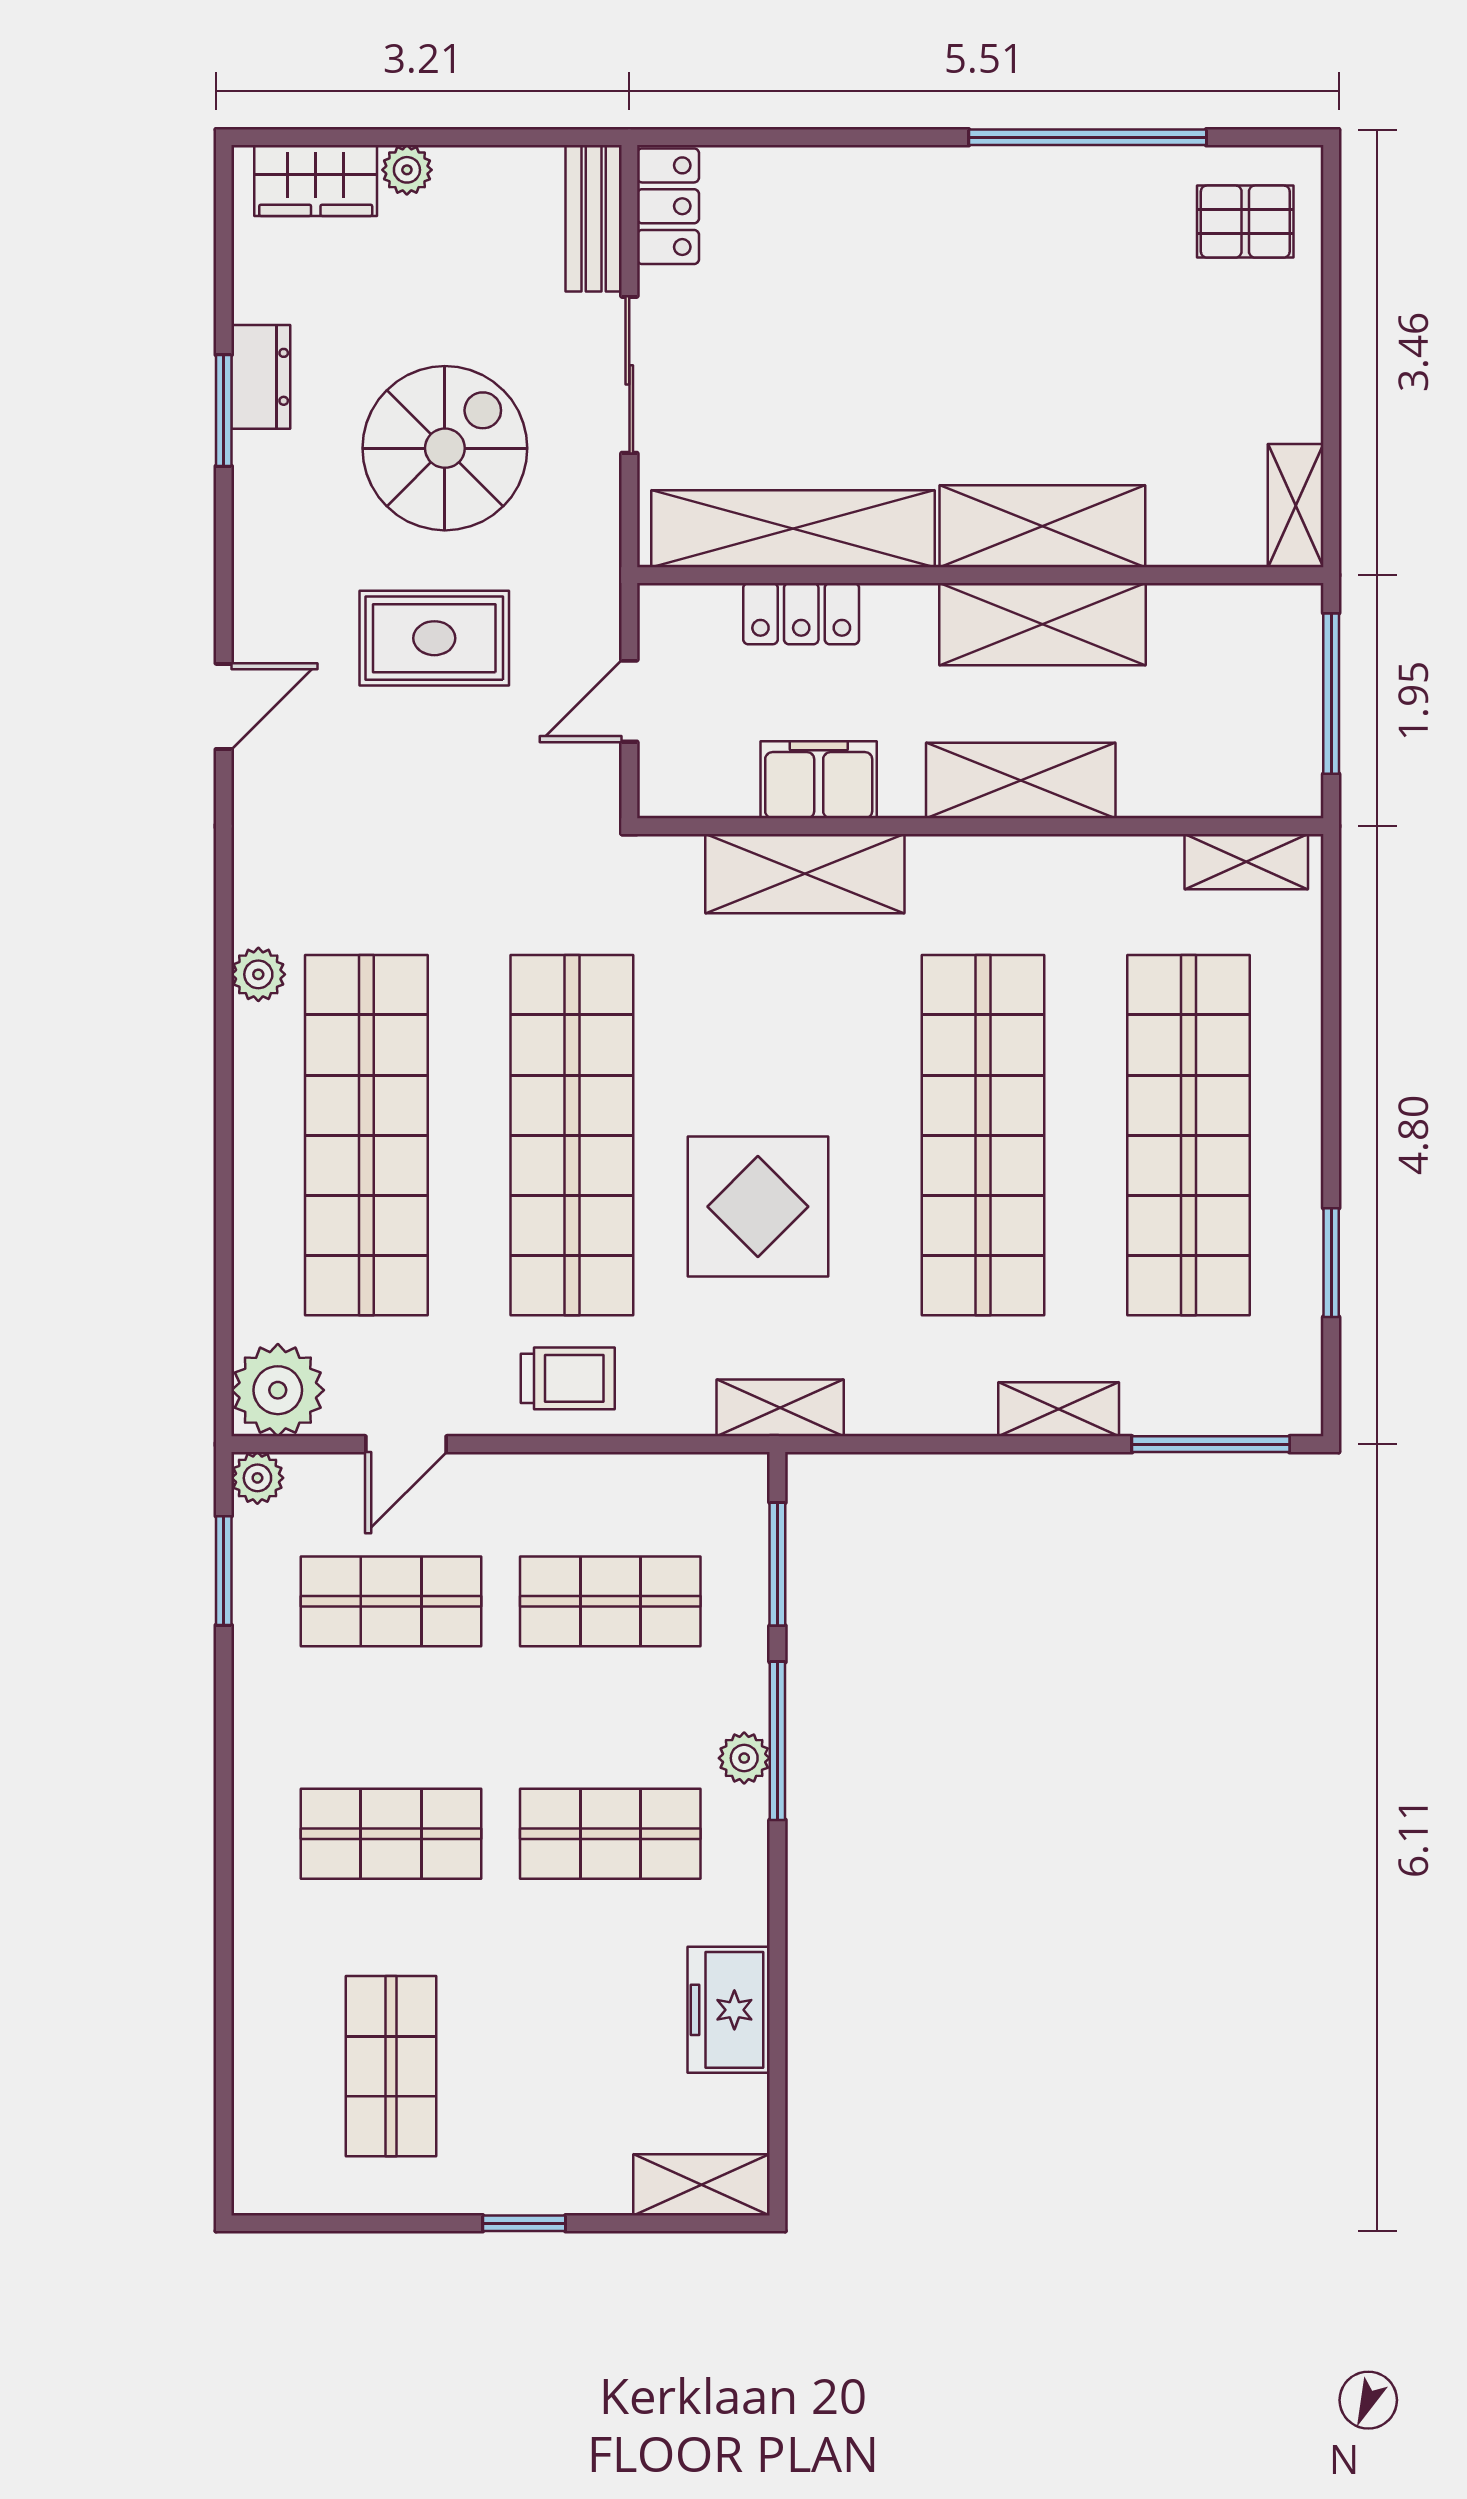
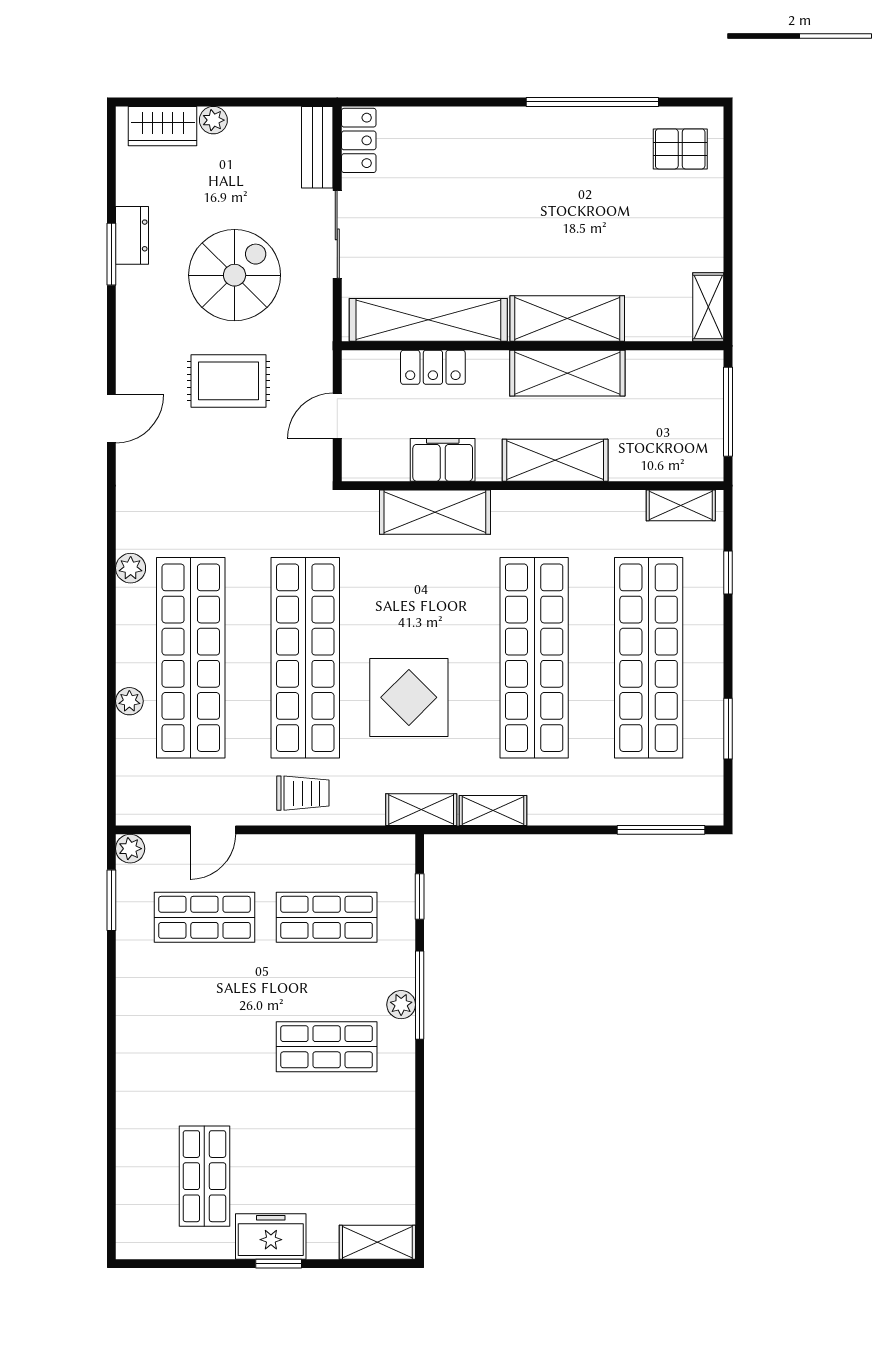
window: (1331, 982) -> (728, 572), added
plant: (278, 1390) -> (129, 701), moved, width x0.53, depth x0.53
shelving: (1059, 1409) -> (493, 810), moved
window: (777, 1564) -> (420, 897), width x0.67
shop shelf: (391, 1834) -> (204, 1047), removed
freezer: (729, 2010) -> (271, 1236), moved, turned 90

